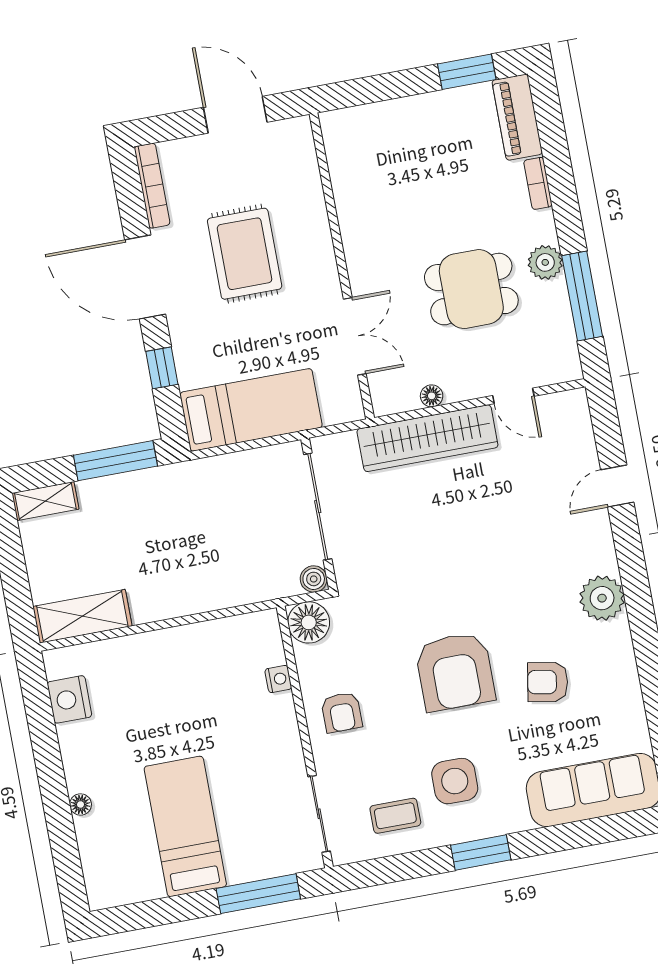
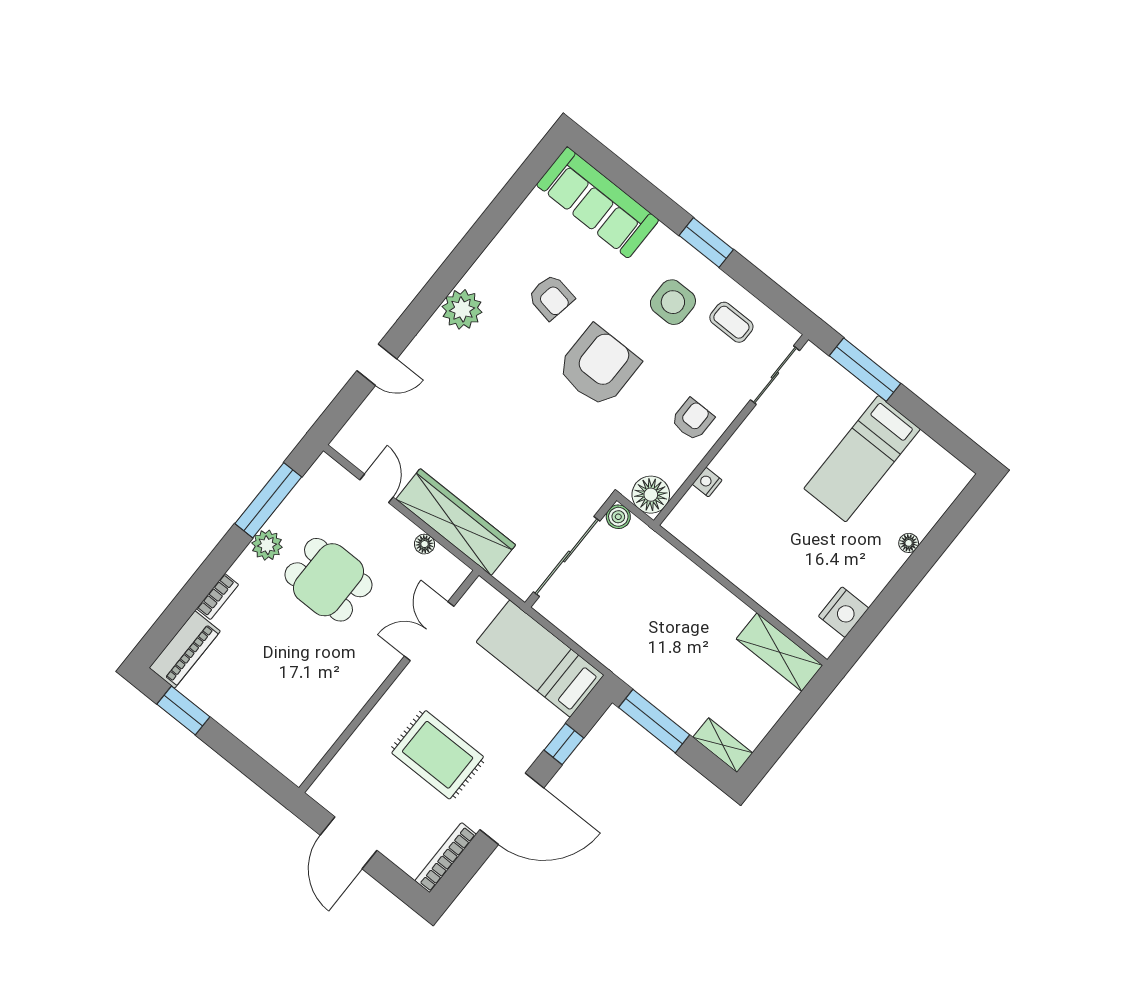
rug: (245, 254) -> (438, 755), turned 90
door: (145, 277) -> (512, 809), hinge flipped

